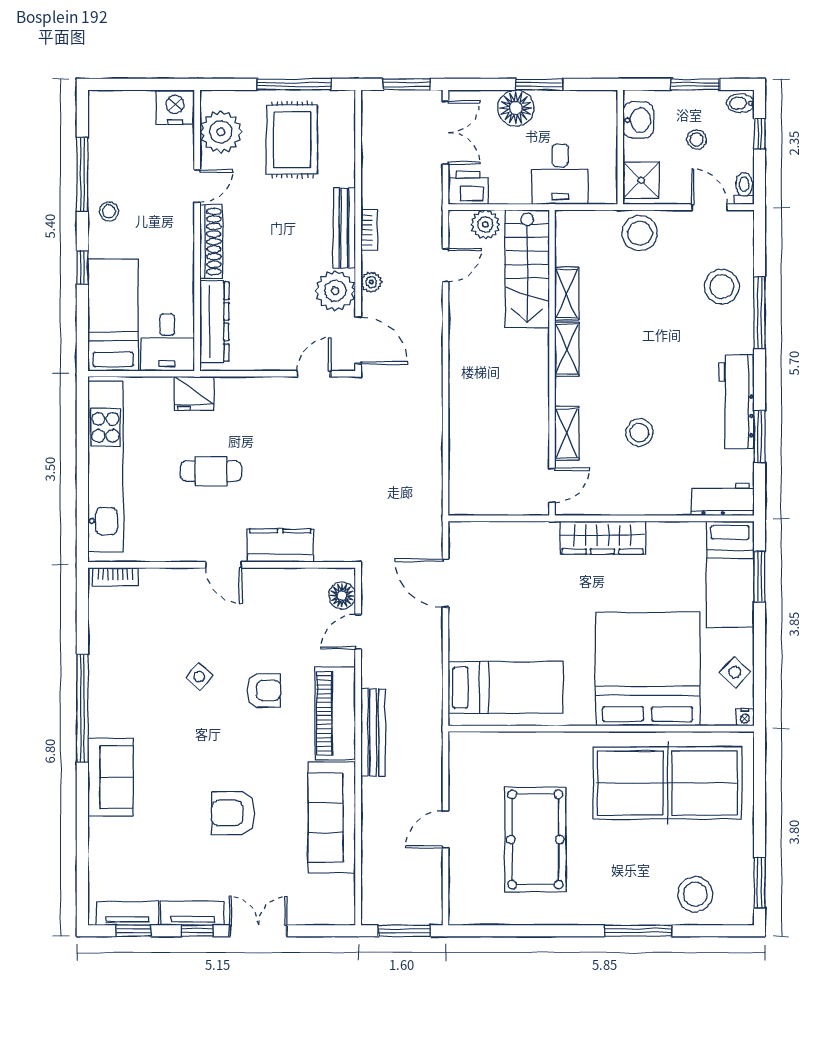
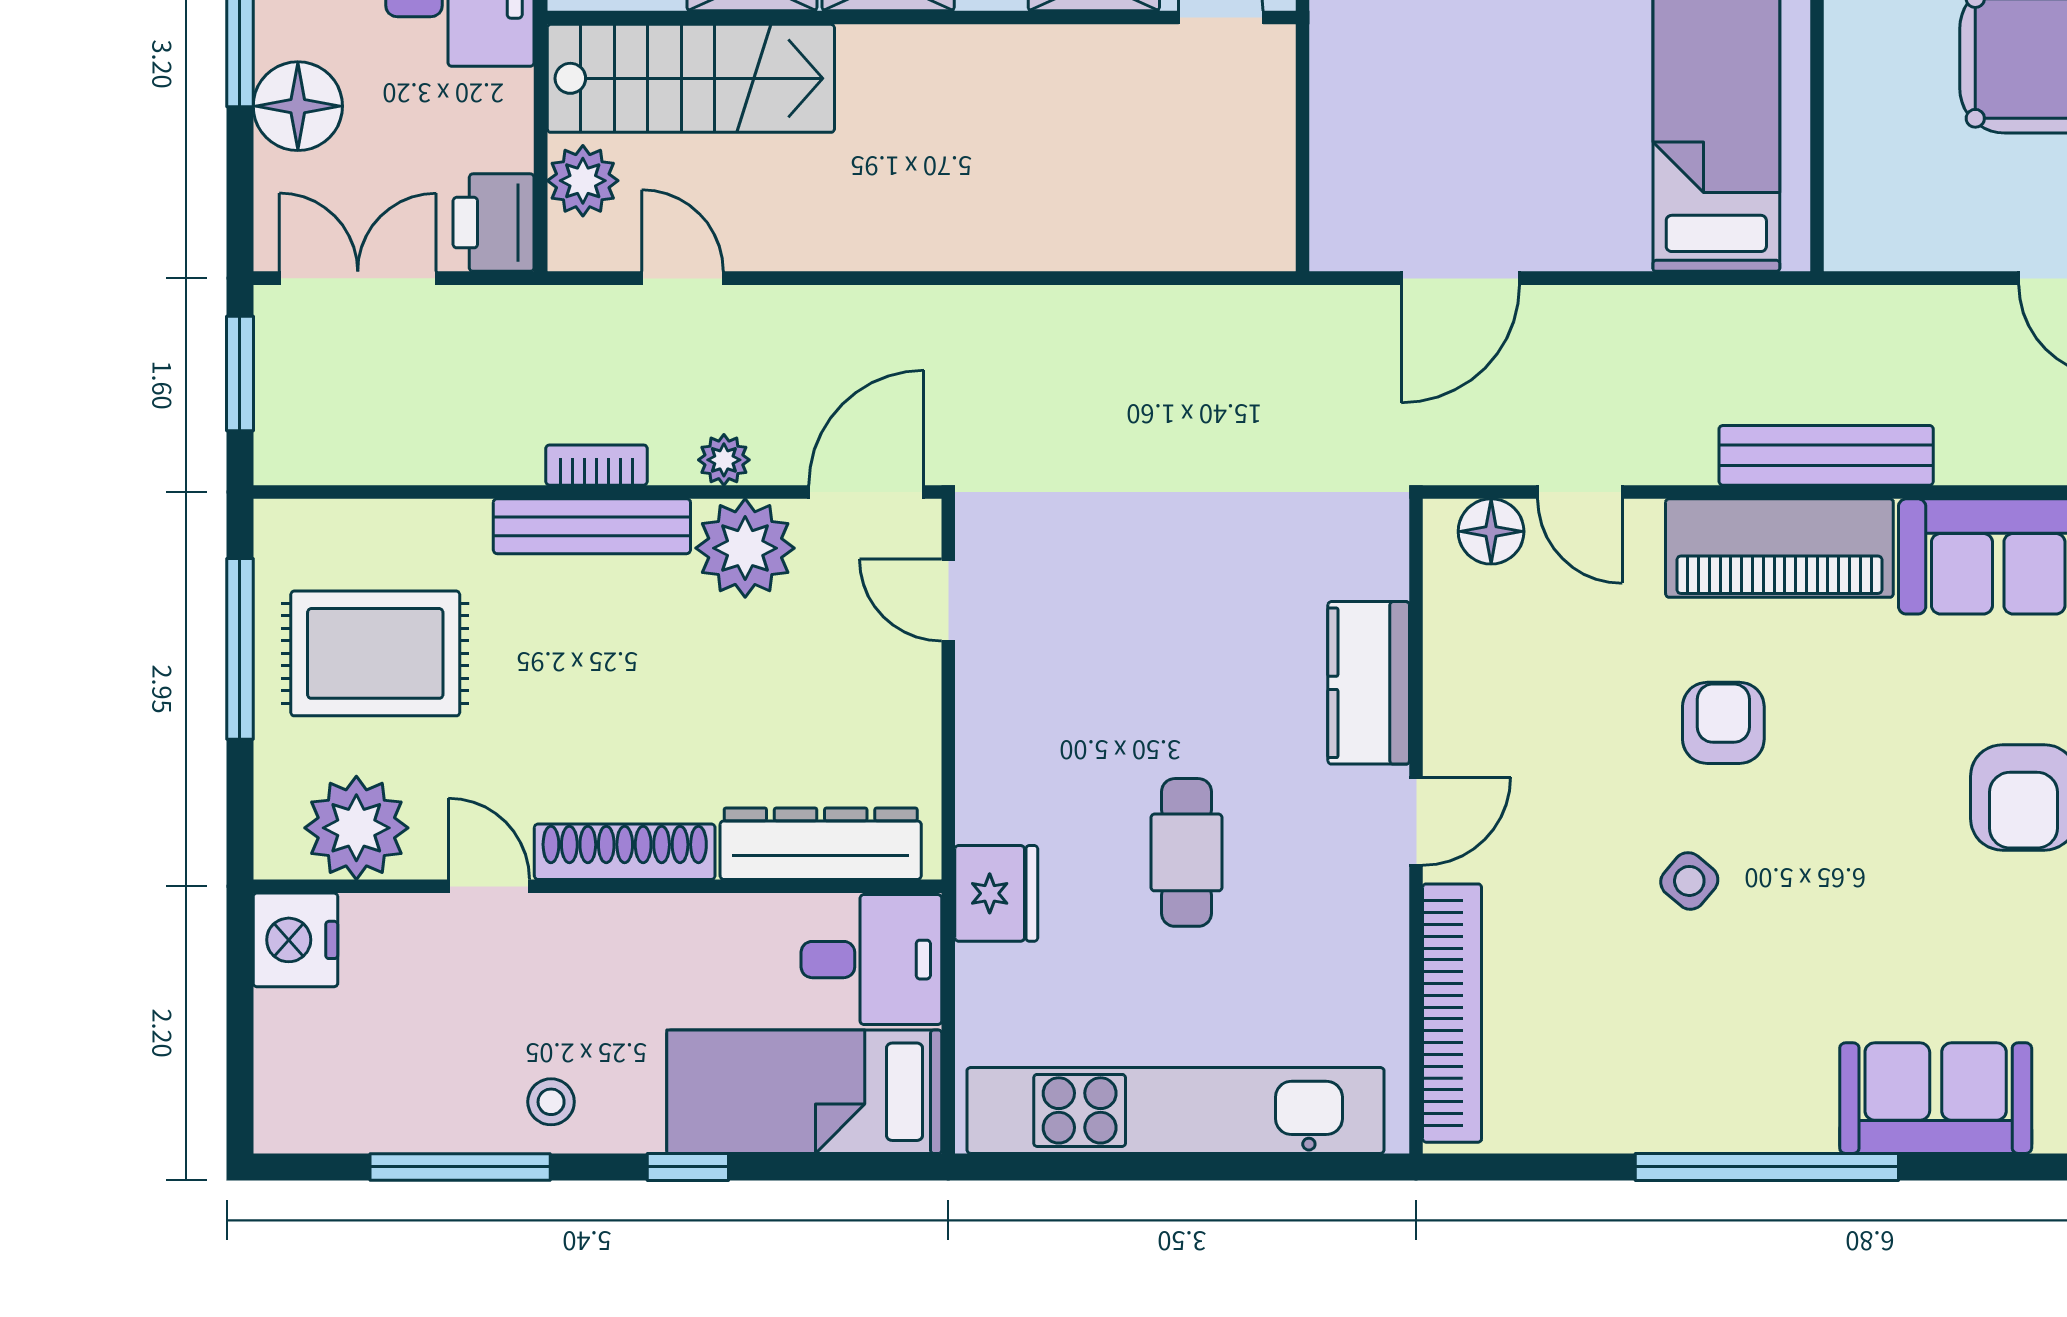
bookcase: (115, 577) -> (1452, 1013), width x2.31, depth x1.31

